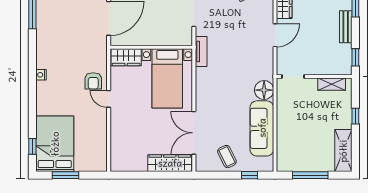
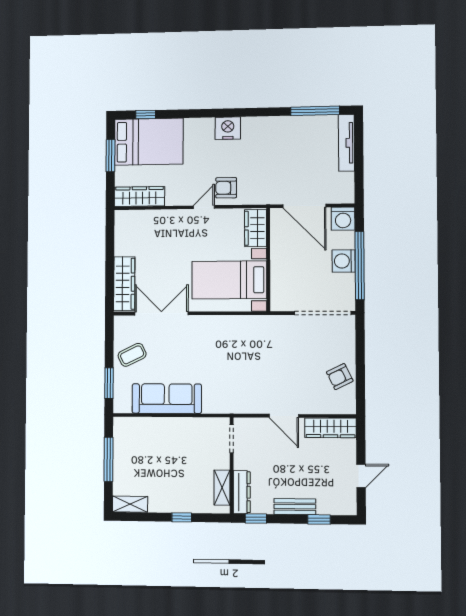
tv unit: (201, 51) -> (263, 322), removed
dresser: (335, 69) -> (242, 492), added
nightstand: (41, 75) -> (228, 128), width x1.89, depth x1.79
floor lamp: (264, 90) -> (215, 402), removed
wardrobe: (99, 151) -> (139, 196), added
shelving: (343, 151) -> (130, 504), width x0.67, depth x0.75
window: (250, 175) -> (109, 383), width x1.50

